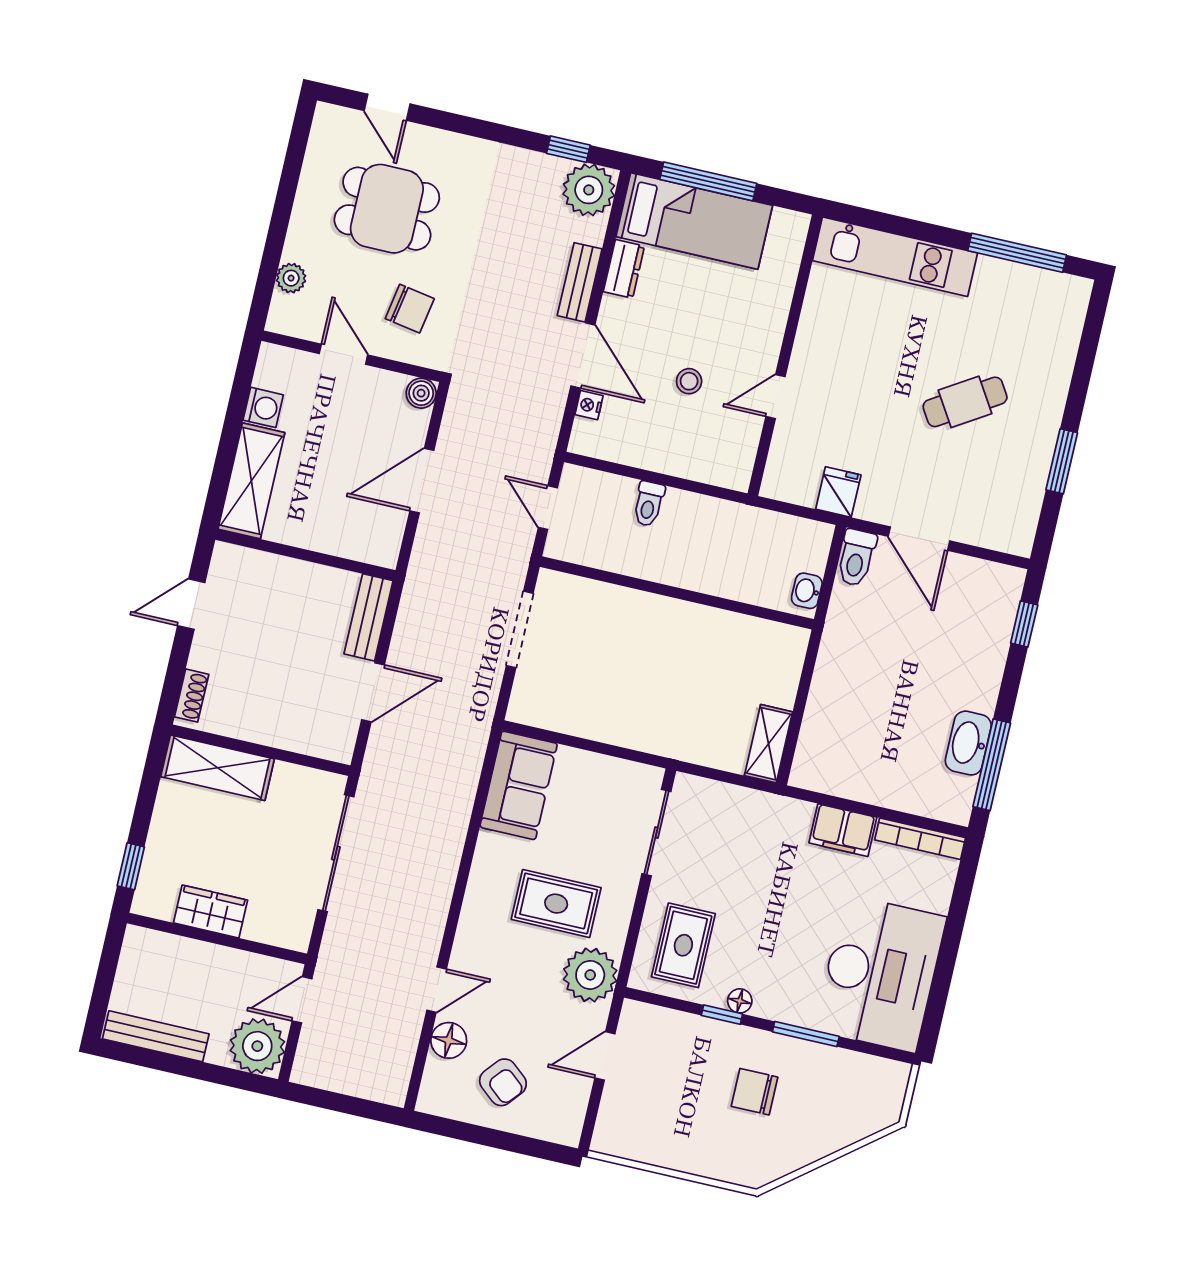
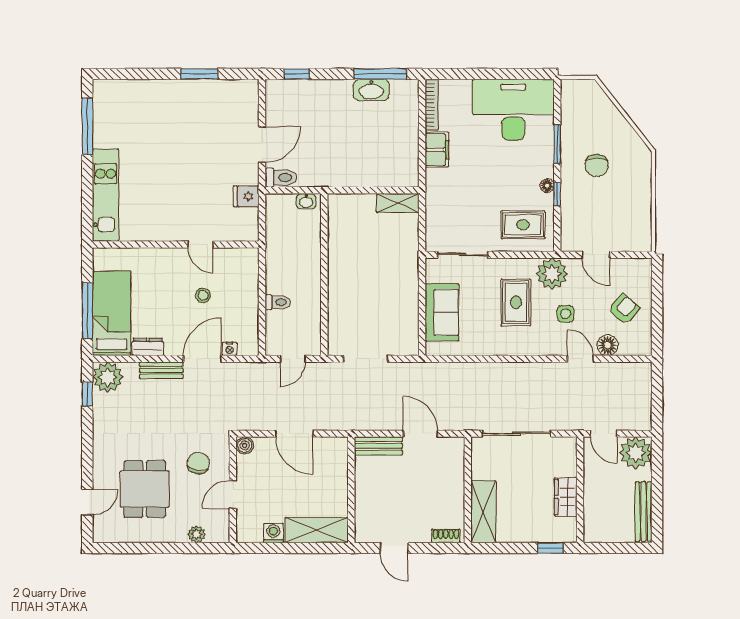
cafe table: (965, 402) -> (179, 136), removed
sofa: (519, 785) -> (442, 312), moved, turned 90
side table: (518, 982) -> (566, 314), added

